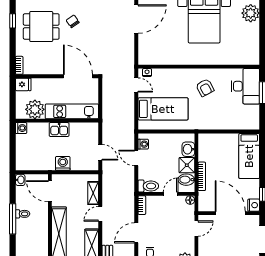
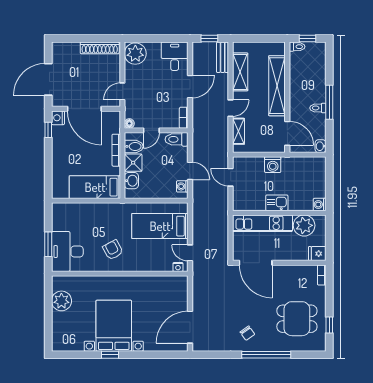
plant: (251, 13) -> (61, 301), moved
chair: (73, 21) -> (247, 333), moved
bed: (249, 156) -> (95, 187), moved, turned -90

